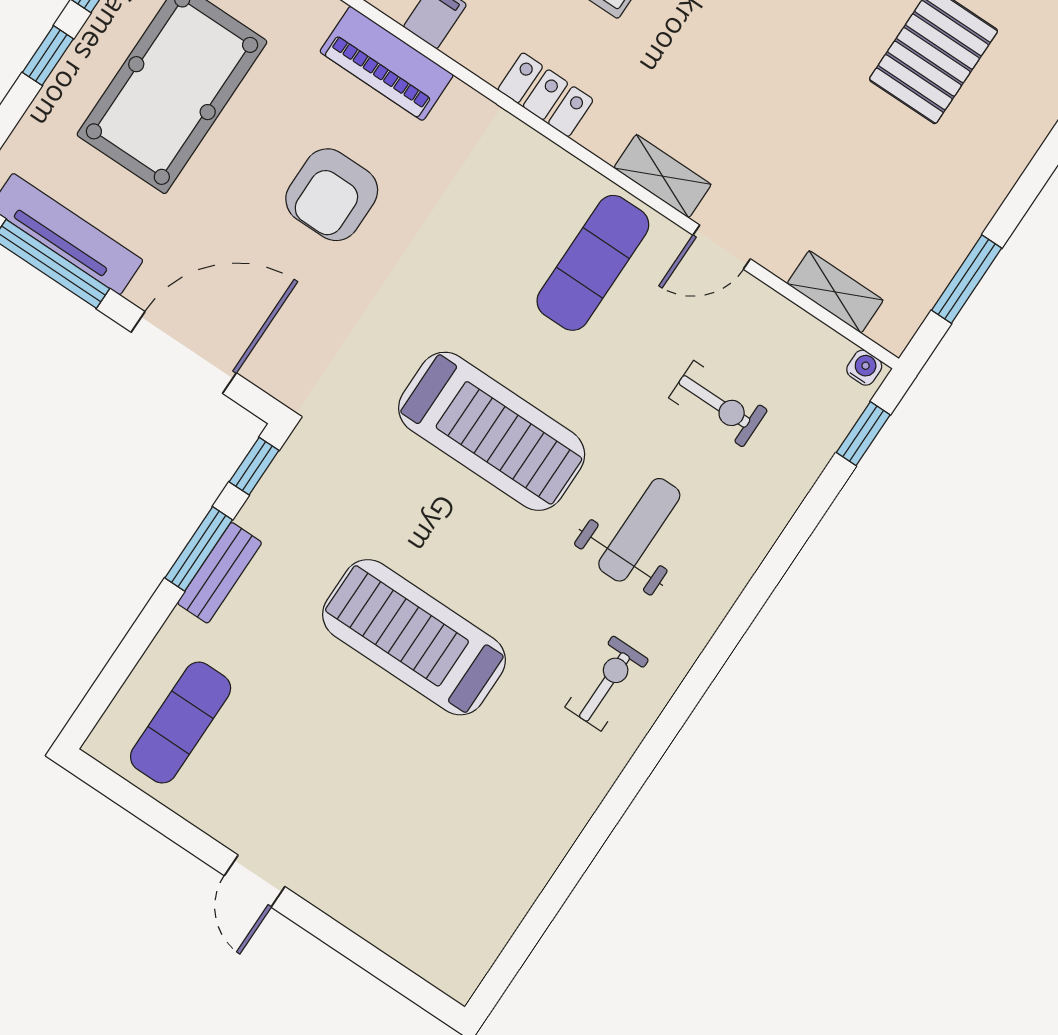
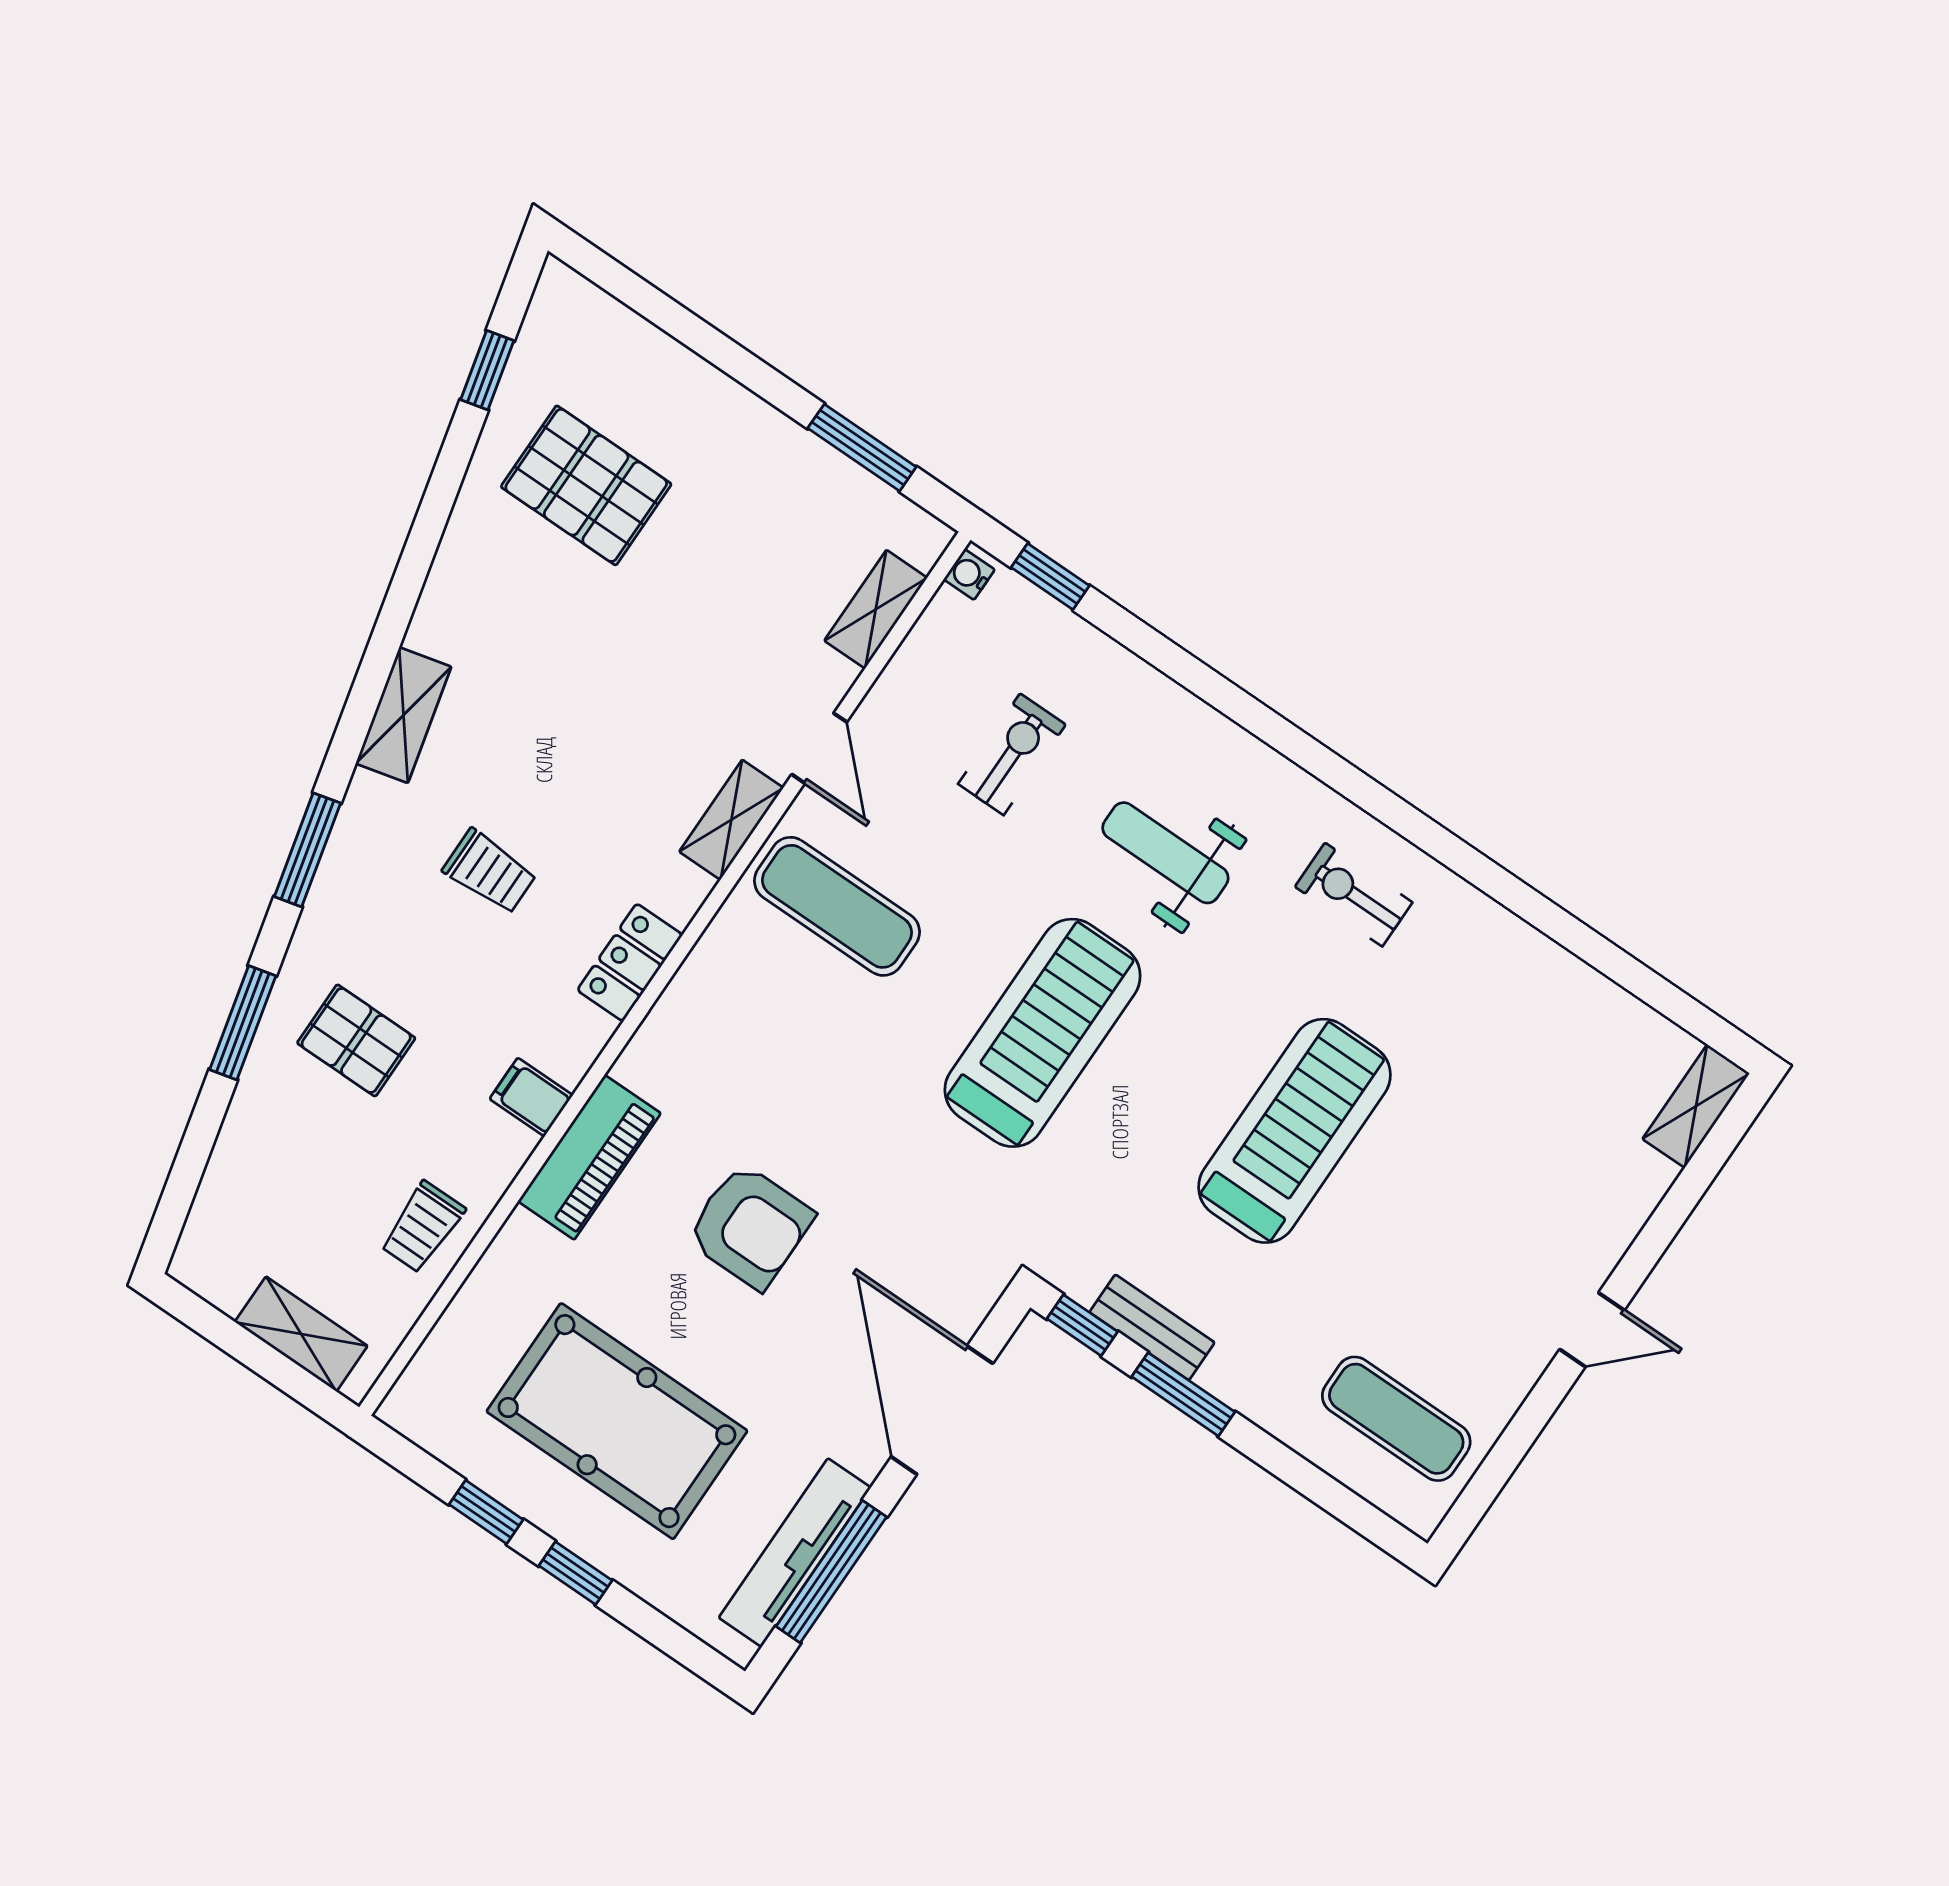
bench: (220, 573) -> (1152, 1327), moved
treadmill: (414, 637) -> (1295, 1131), turned 180
shelving: (438, 964) -> (1696, 1106), added

